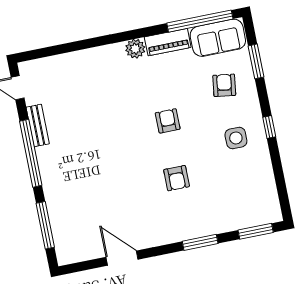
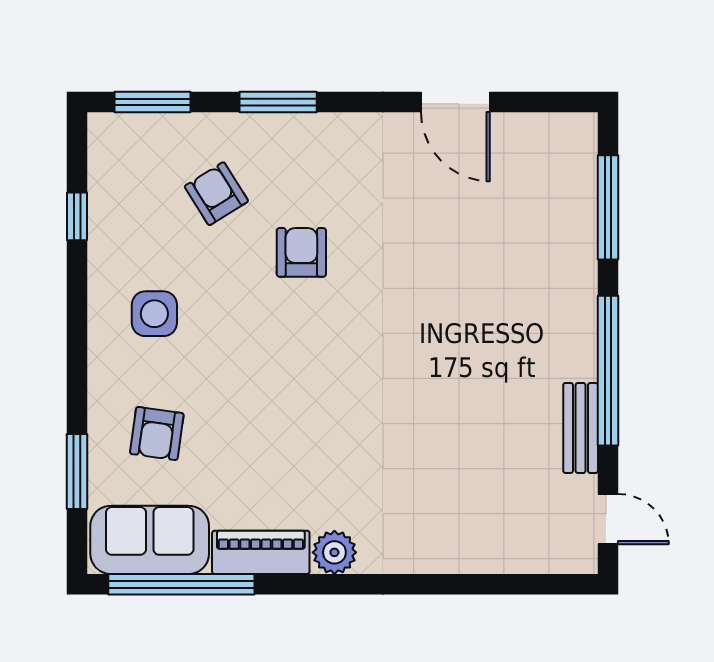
armchair: (168, 121) -> (216, 194), moved, turned 148
window: (269, 127) -> (77, 216), moved

